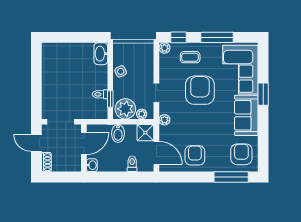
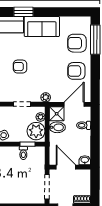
armchair: (200, 90) -> (20, 67), width x0.53, depth x0.53
bidet: (118, 133) -> (57, 127), moved
armchair: (241, 154) -> (77, 43), moved

